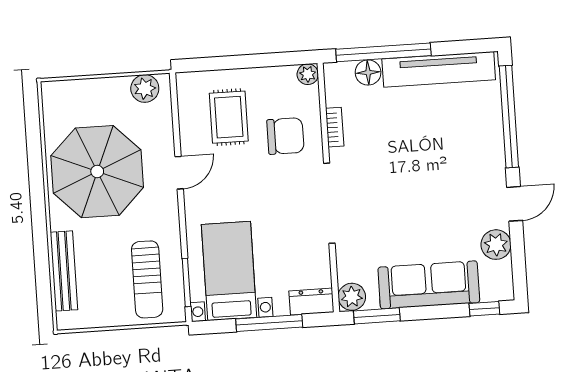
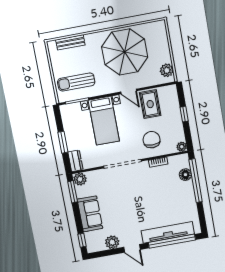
window: (240, 62) -> (184, 114), added
tv unit: (439, 69) -> (168, 232), moved, turned 90
rug: (229, 117) -> (150, 104), moved, turned 90
chair: (285, 136) -> (152, 140), turned 180
bench: (64, 271) -> (70, 42), width x0.73
bed with nightstands: (229, 271) -> (104, 121), moved, turned 90
sofa: (429, 285) -> (90, 214), width x0.73
window: (269, 323) -> (63, 142), width x0.69

